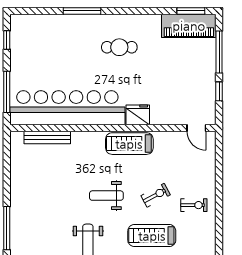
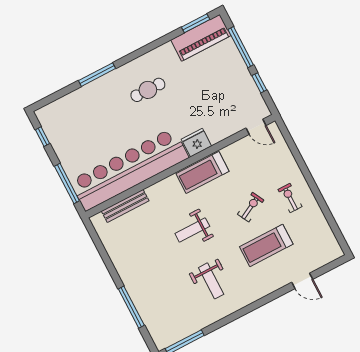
weight bench: (106, 196) -> (192, 230), moved
exercise bike: (194, 205) -> (290, 198), turned -90

